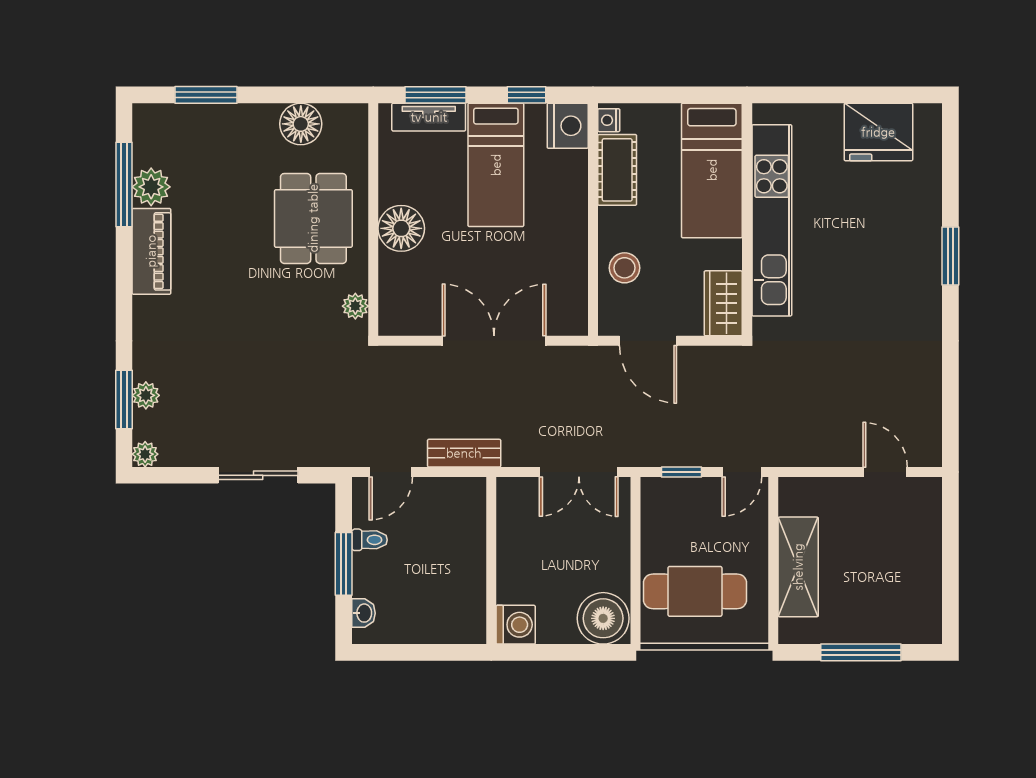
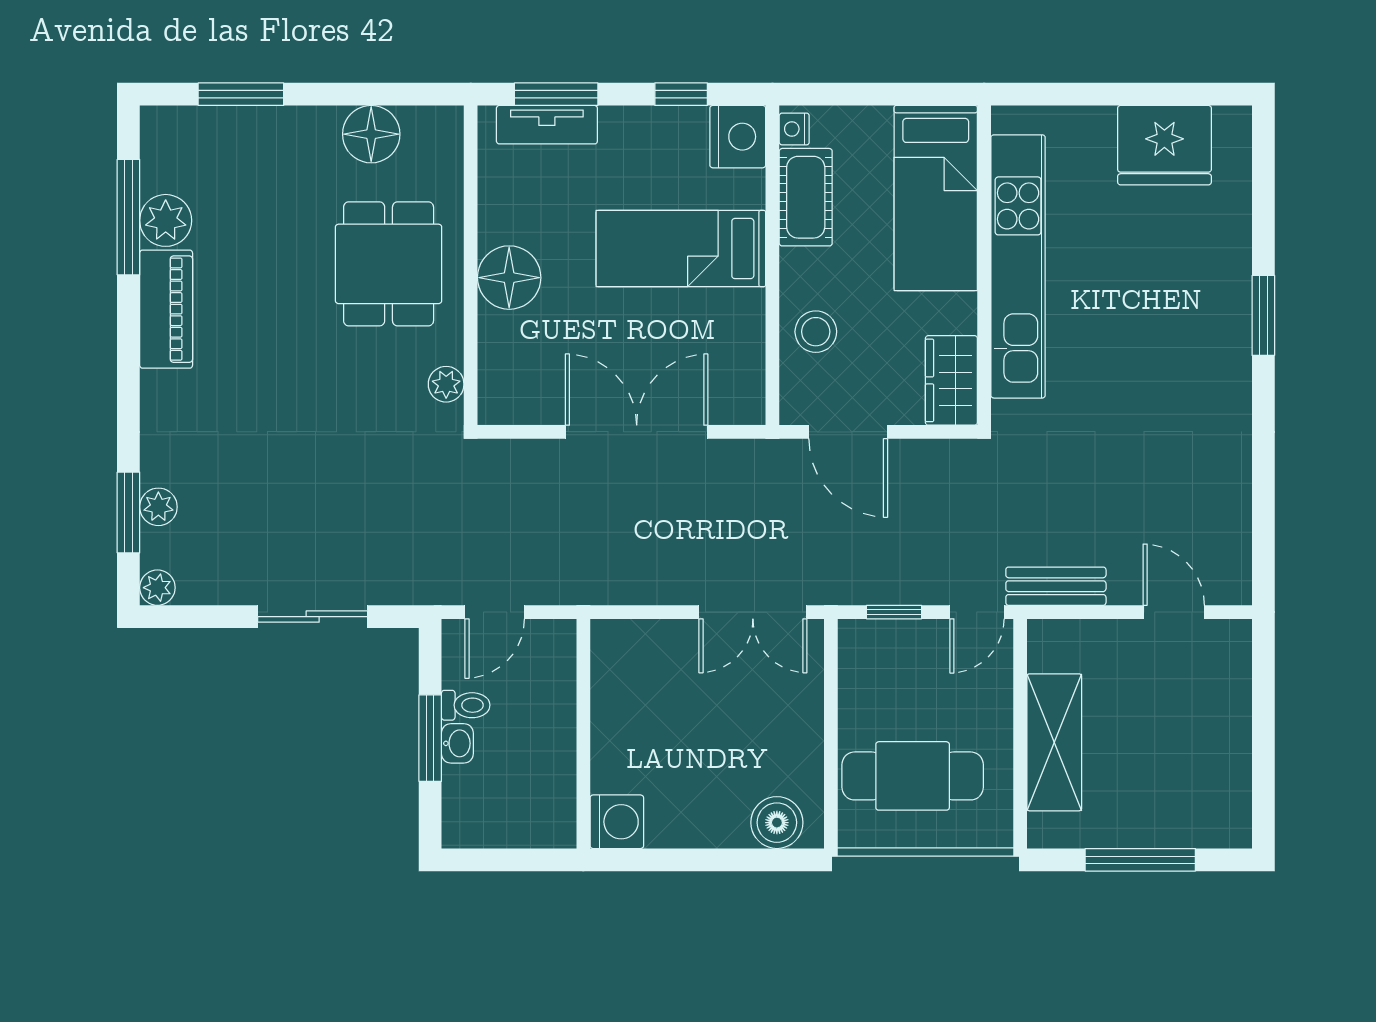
bed: (496, 165) -> (681, 249), moved, turned 90
bench: (464, 453) -> (1056, 586), moved
wall: (491, 561) -> (583, 734), moved
washbasin: (364, 613) -> (457, 743), moved
boiler: (603, 618) -> (777, 823), width x0.73, depth x0.73
washing machine: (516, 625) -> (617, 822), moved

